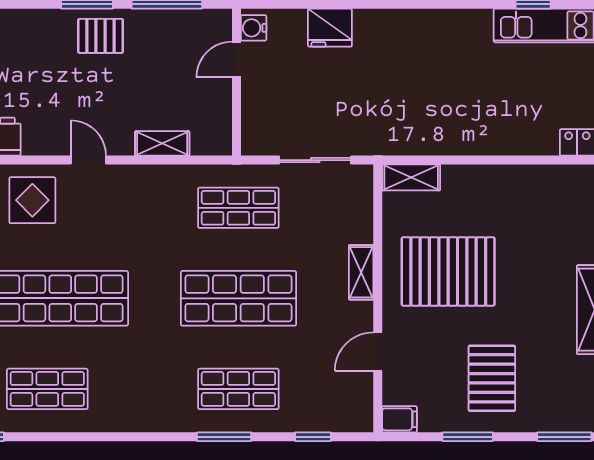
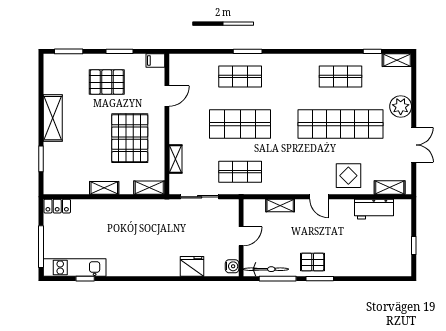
bicycle: (189, 22) -> (266, 269), added
door: (237, 59) -> (241, 236), moved
shelving: (497, 177) -> (104, 188), added
pallet: (448, 271) -> (130, 138), turned 90
shelving: (361, 272) -> (176, 159), moved
pallet: (492, 378) -> (107, 82), turned 90
window: (313, 437) -> (201, 51), removed

